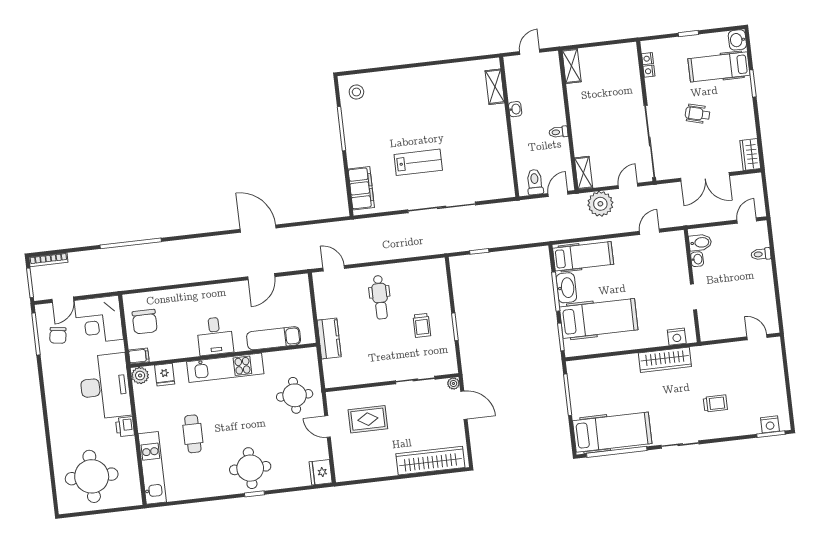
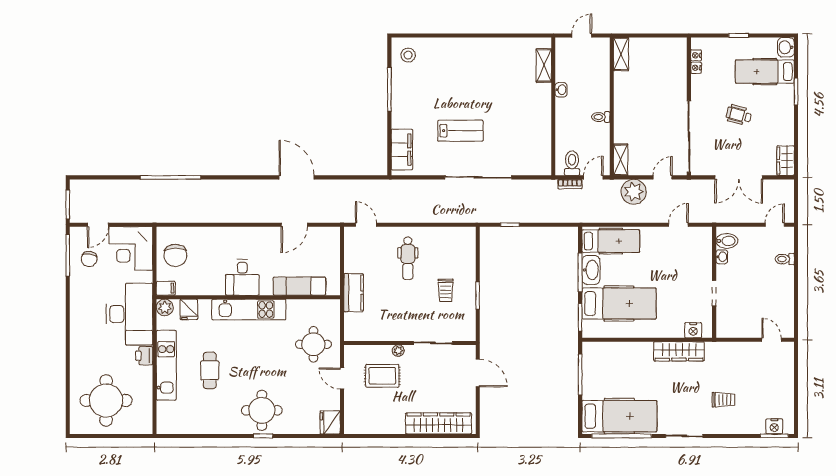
bookcase: (48, 260) -> (570, 184), moved, width x0.64
plant: (453, 383) -> (398, 351), moved
kitchen unit: (152, 468) -> (166, 365), moved

